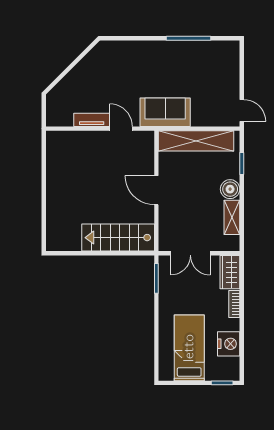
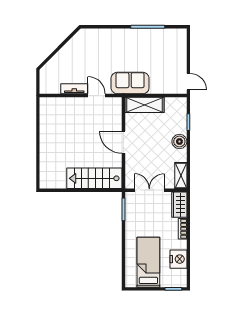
shelving: (196, 141) -> (144, 105), width x0.68
shelving: (232, 217) -> (181, 176), moved
double door: (190, 253) -> (149, 190), swing flipped

